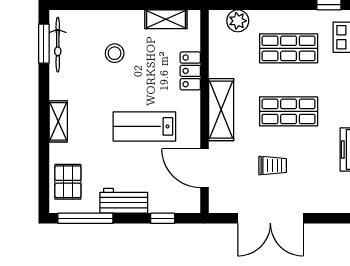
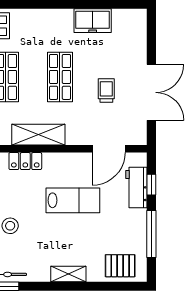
shelving: (221, 110) -> (38, 135), moved
lab bench: (144, 126) -> (73, 200), turned -90
workbench: (124, 201) -> (136, 188), moved
window: (85, 218) -> (151, 234), moved

